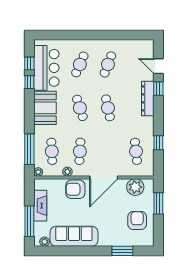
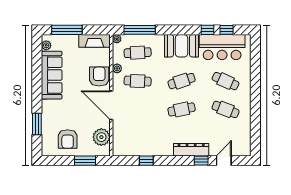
cafe table: (136, 151) -> (138, 138), removed
fireplace: (40, 206) -> (94, 41), moved
armchair: (137, 221) -> (68, 139), turned 90

